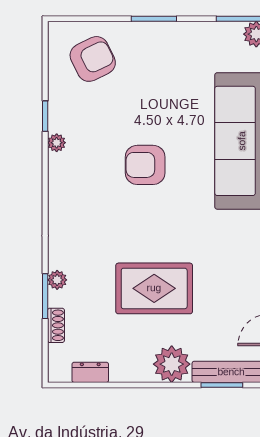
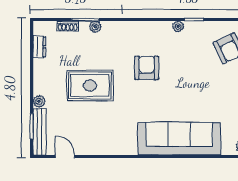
armchair: (145, 165) -> (147, 68), moved
rug: (154, 288) -> (90, 85), turned 90
plant: (172, 364) -> (39, 101), width x0.53, depth x0.53

